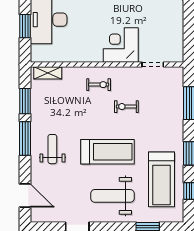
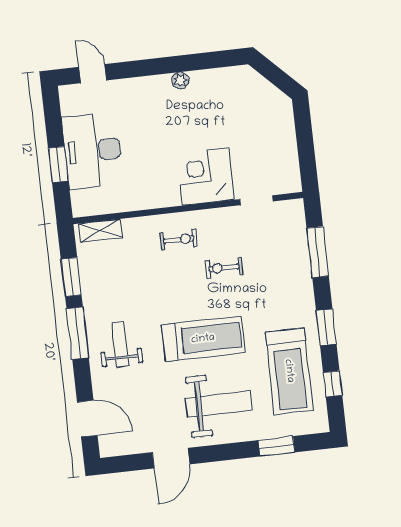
weight bench: (112, 196) -> (218, 404), turned 180

